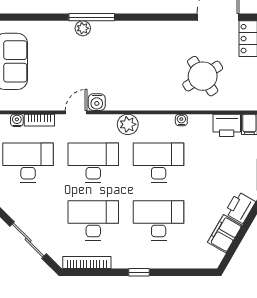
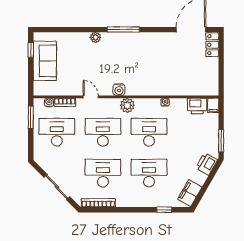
window: (92, 17) -> (123, 30), moved
round table: (203, 76) -> (180, 71), removed
water cooler: (97, 102) -> (119, 90), moved
door: (76, 112) -> (91, 97), hinge flipped
filing cabinet: (225, 234) -> (190, 193), moved
window: (139, 272) -> (164, 210), moved

